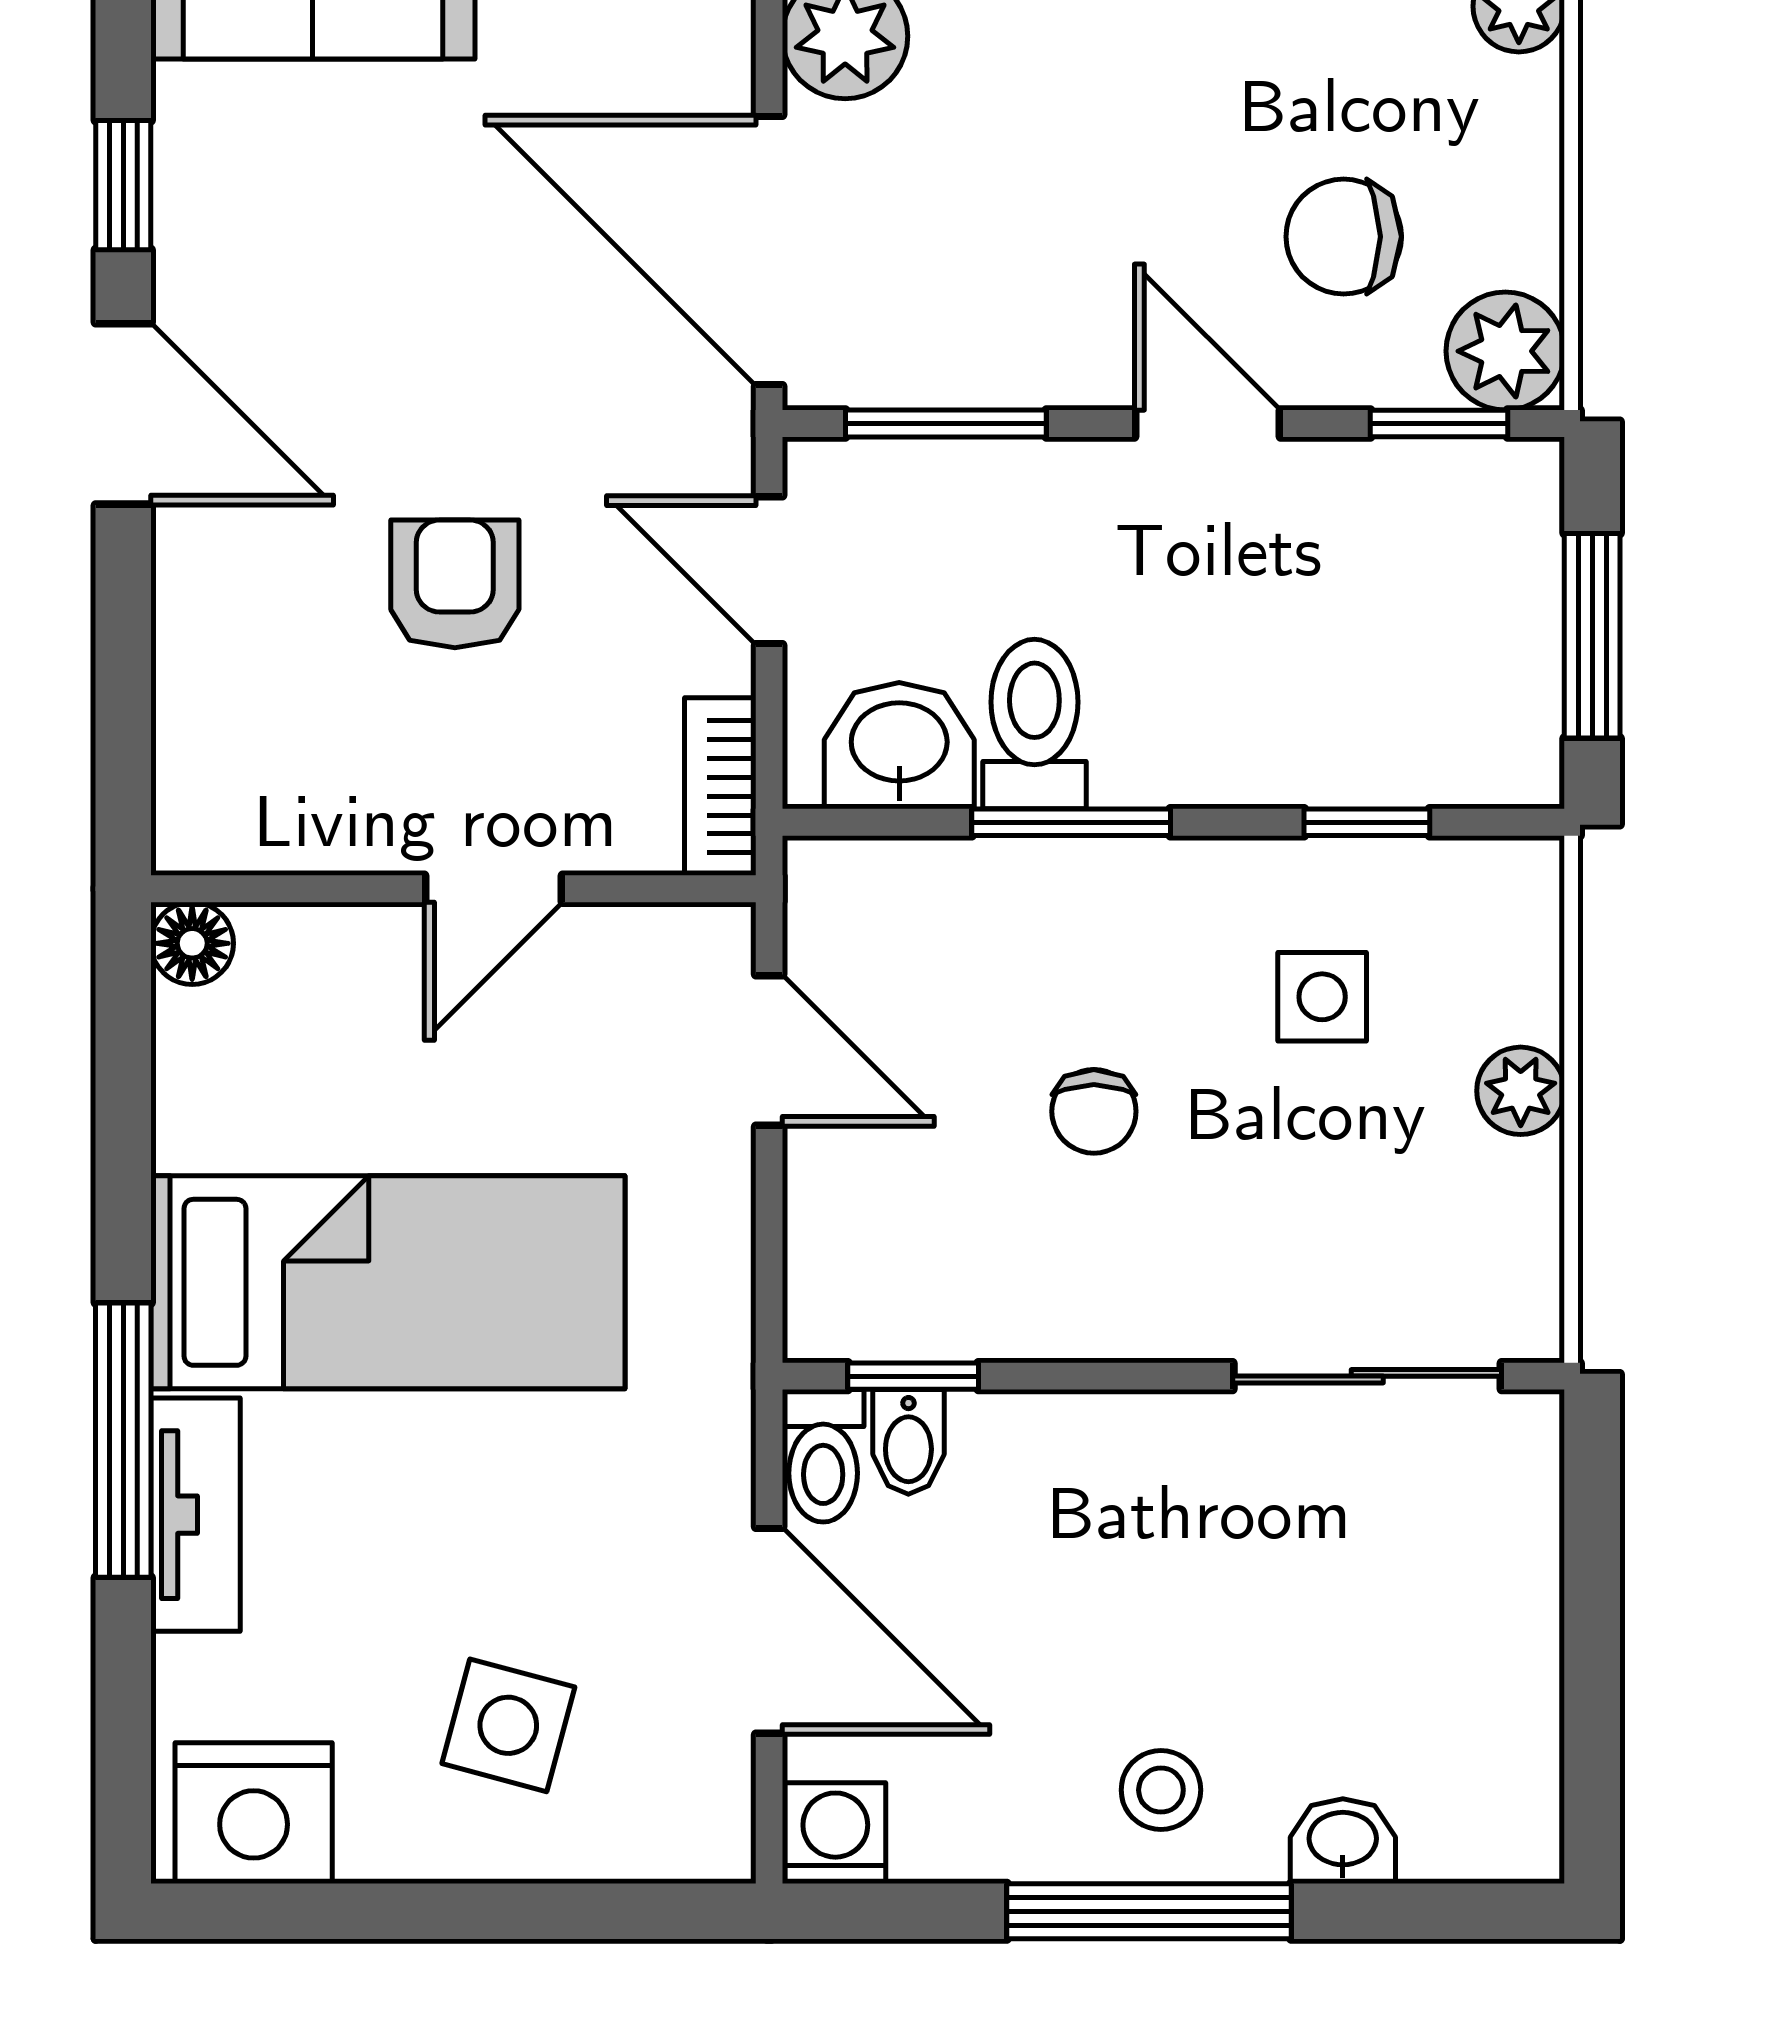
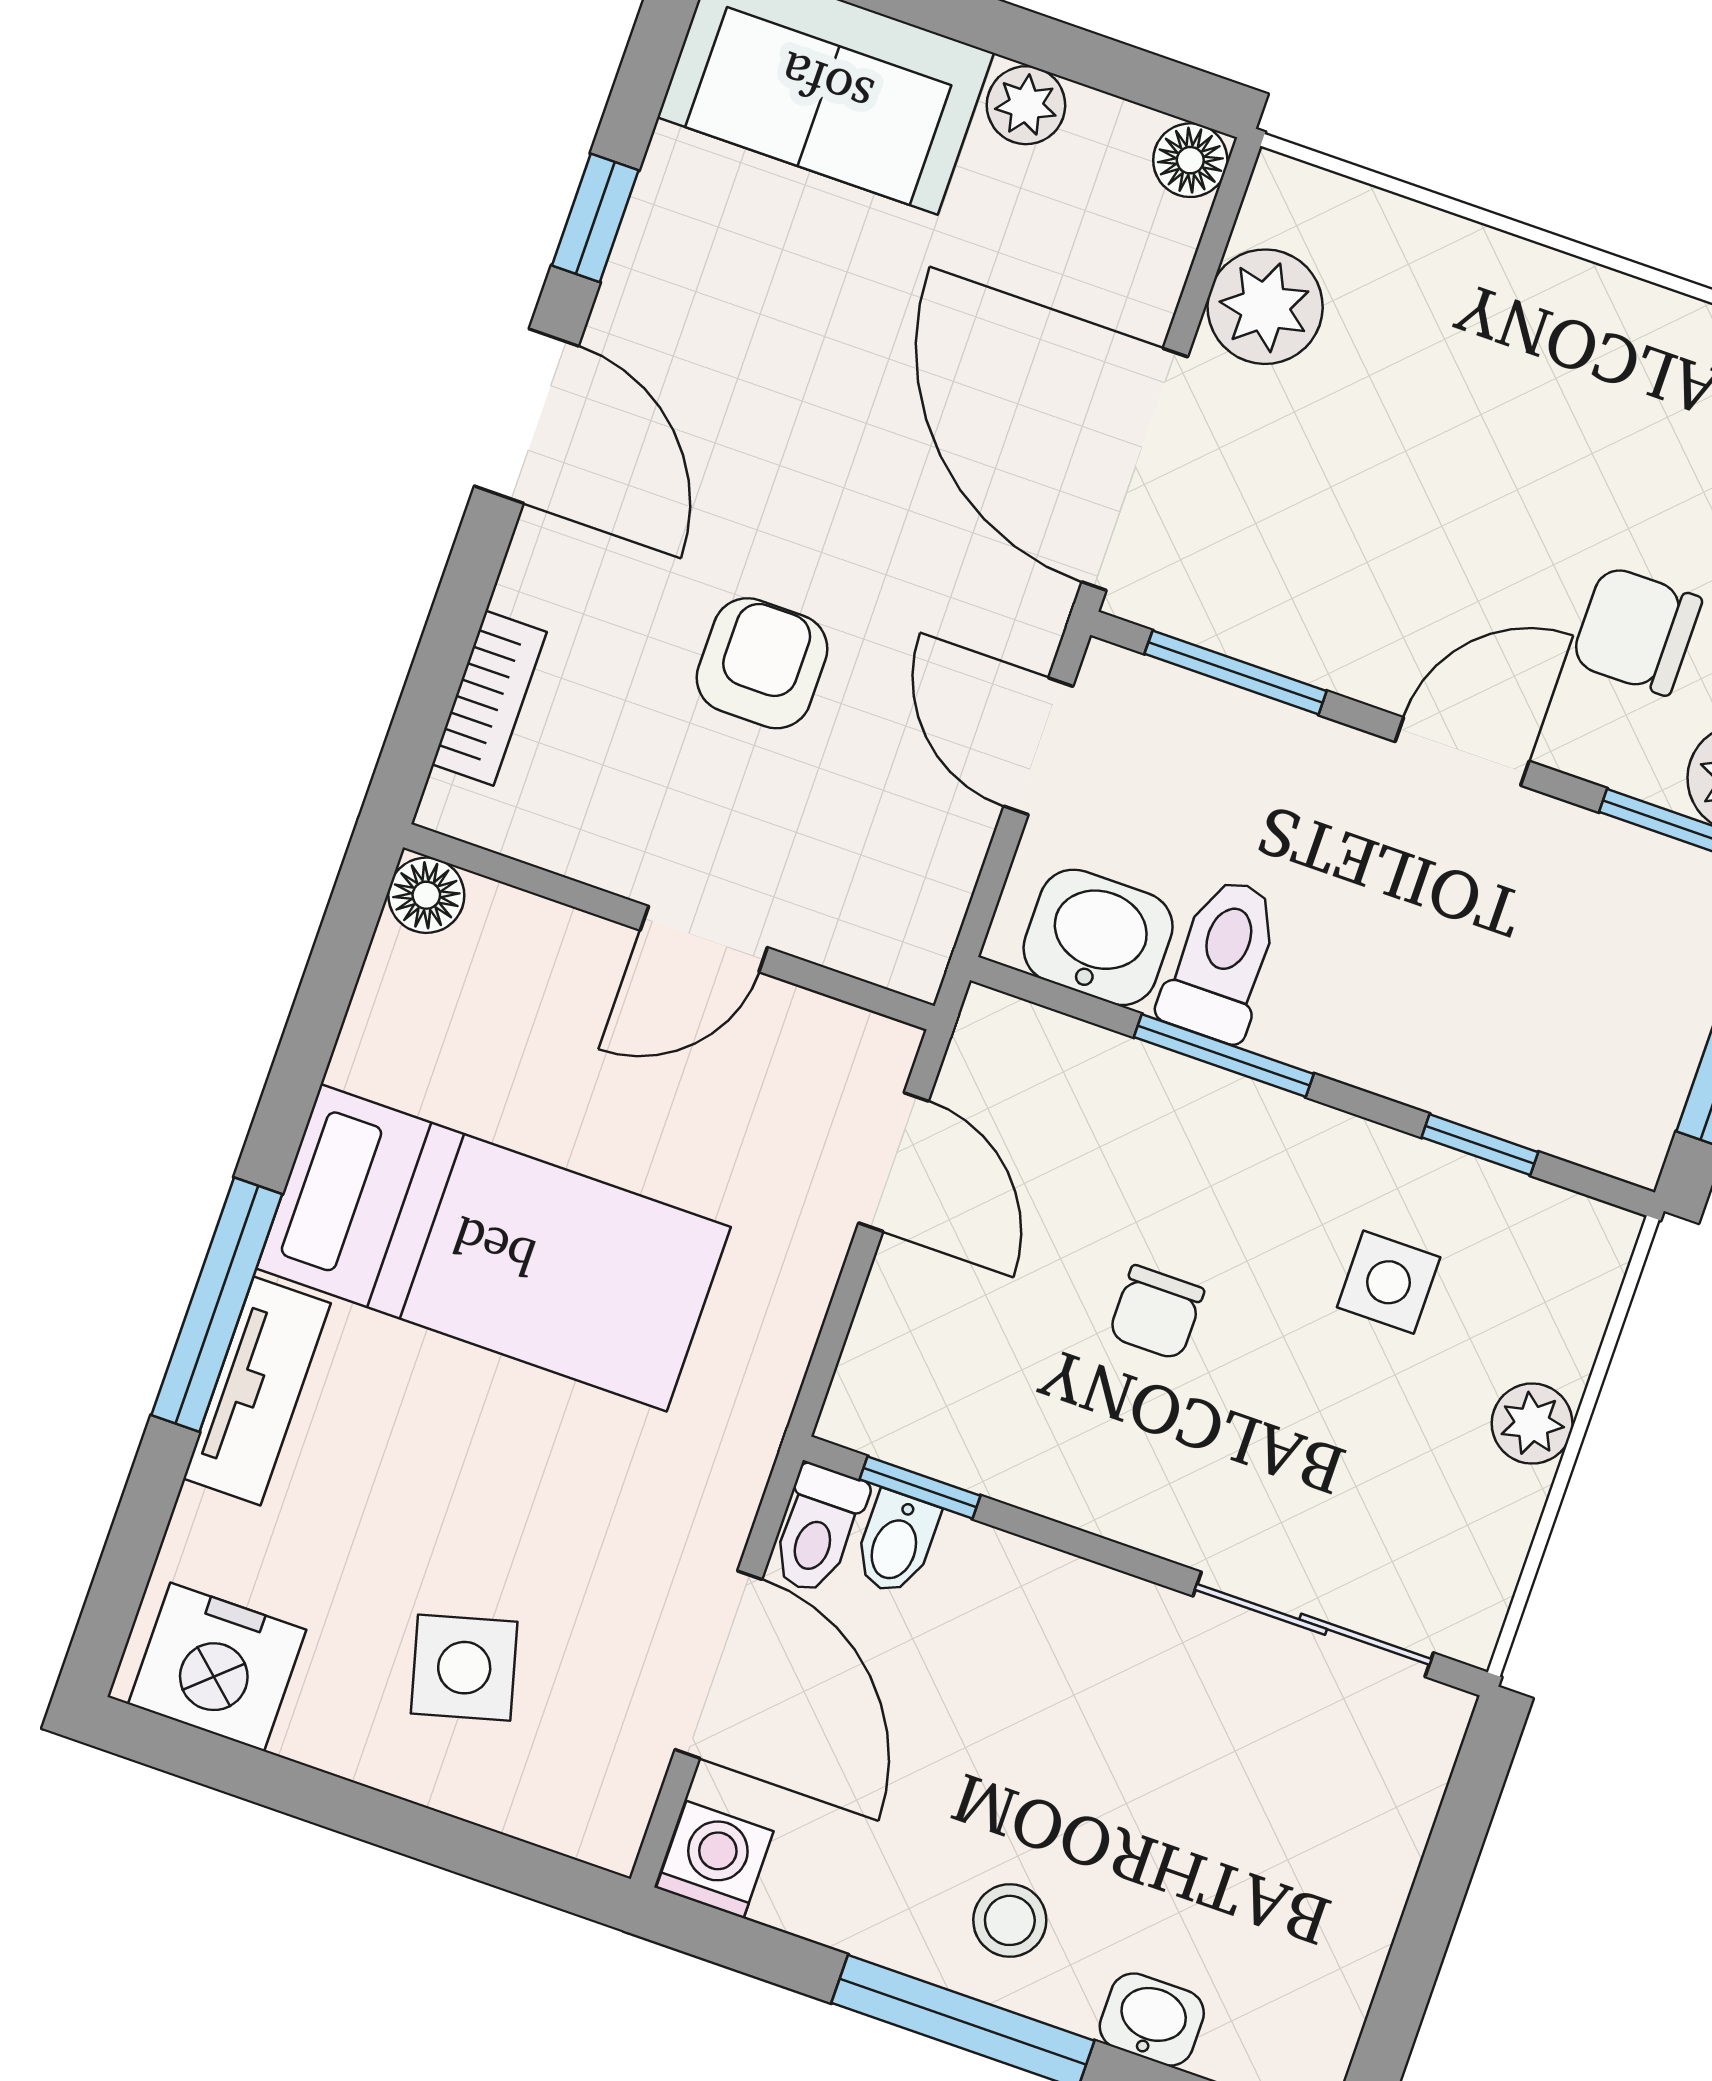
door: (1208, 423) -> (1462, 751), hinge flipped
bookcase: (720, 787) -> (489, 698), moved, turned 180
side table: (508, 1725) -> (464, 1668), turned -30

